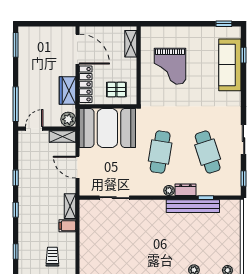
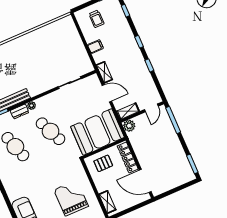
wardrobe: (67, 91) -> (139, 147), removed
cafe table: (160, 152) -> (51, 131), turned -33
shelving: (70, 206) -> (104, 72), moved

